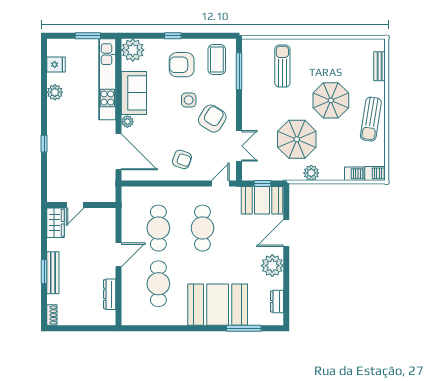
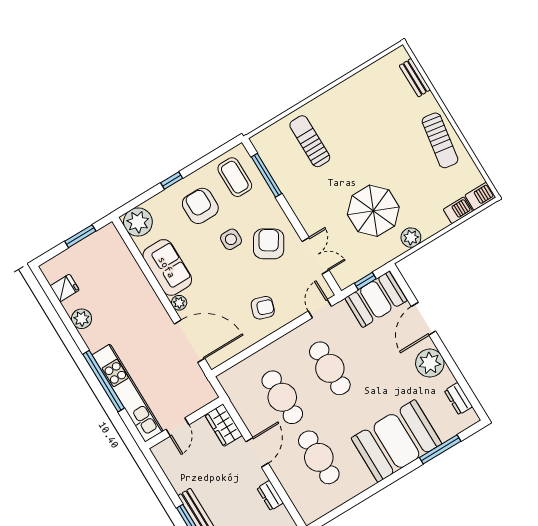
armchair: (182, 65) -> (200, 206), turned 90
kitchen unit: (107, 79) -> (128, 393), moved, turned 180
parasol: (331, 100) -> (385, 147), removed
window: (44, 144) -> (104, 381), width x3.17
wardrobe: (56, 223) -> (224, 425), moved, turned 180
dresser: (110, 294) -> (270, 496), width x0.70

